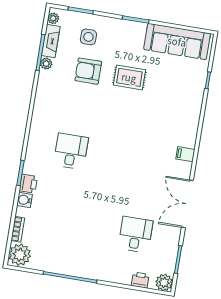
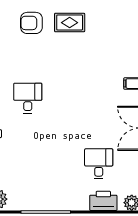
printer: (140, 280) -> (103, 201), width x1.87, depth x1.48

